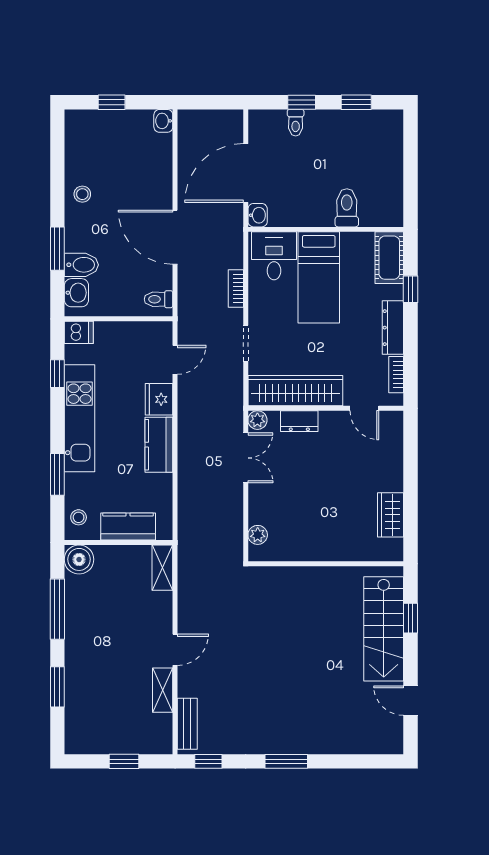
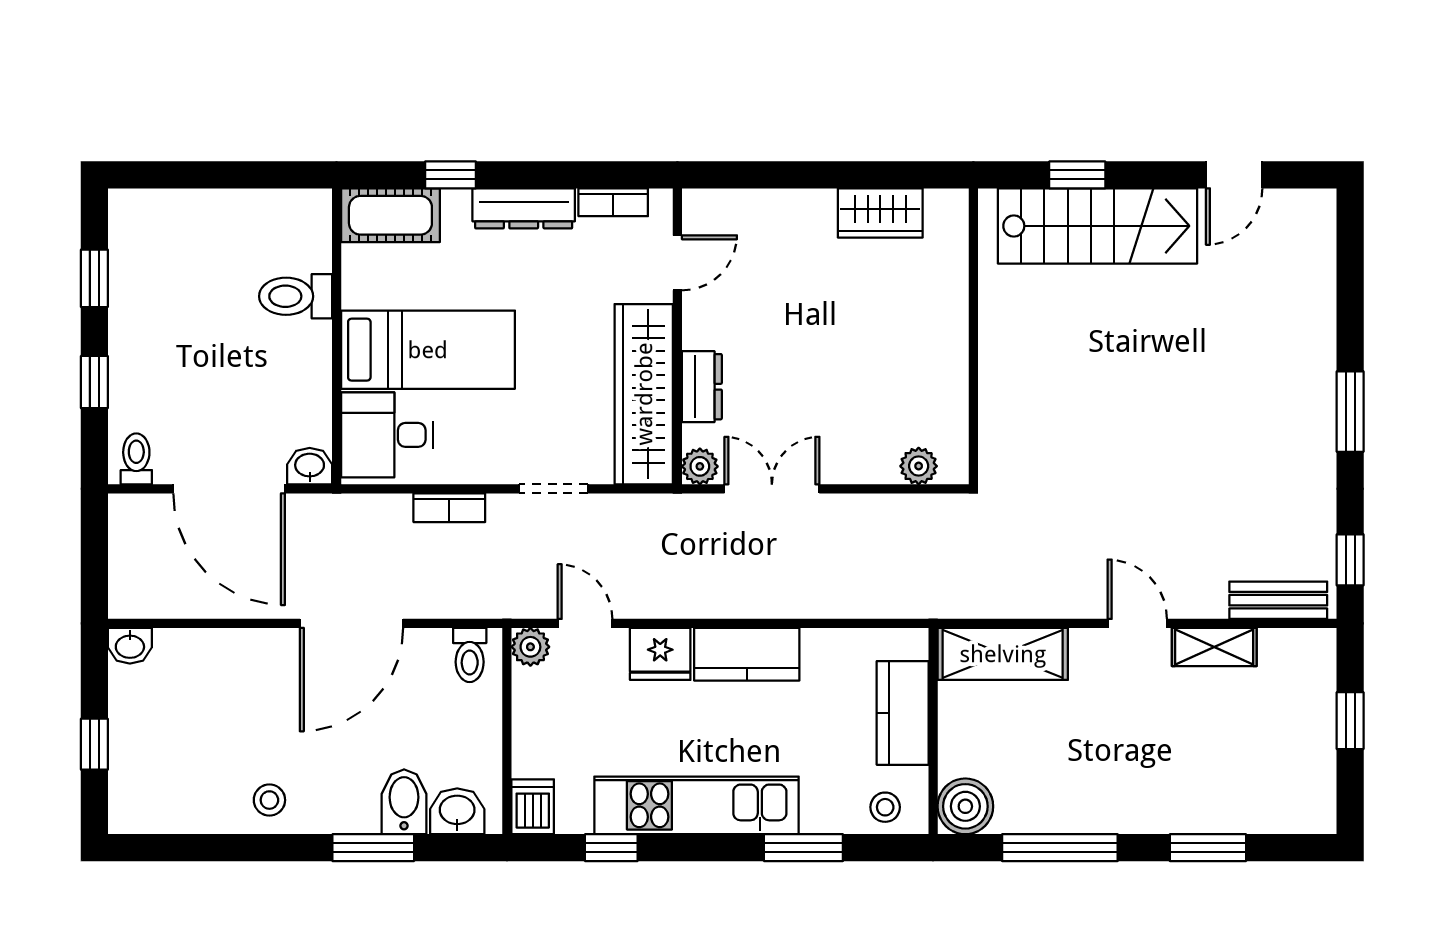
toilet: (296, 123) -> (136, 459), moved, turned -90
plant: (163, 331) -> (530, 647), added
shelving: (162, 568) -> (1003, 654), width x1.50, depth x1.33

